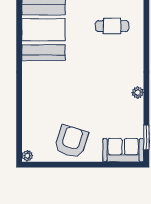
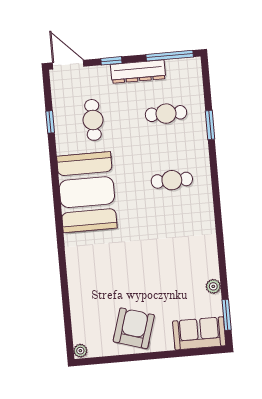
plant: (138, 93) -> (213, 286), moved

